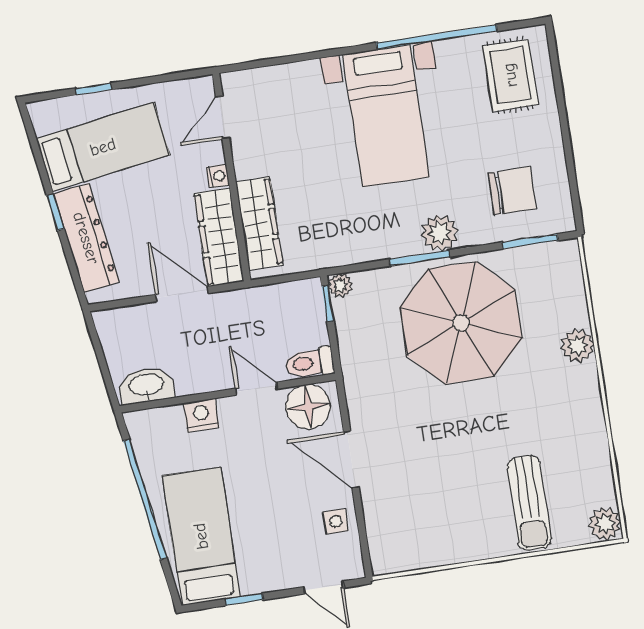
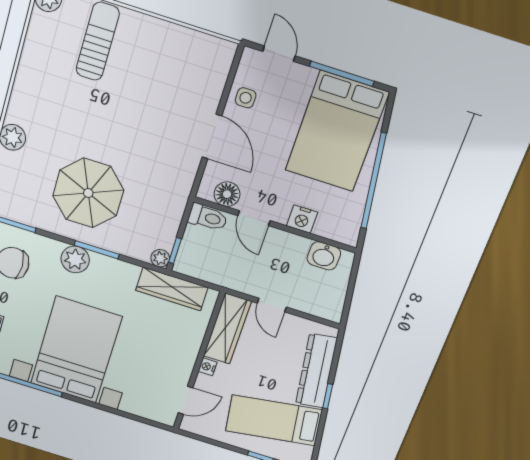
bed with nightstands: (386, 116) -> (76, 350), width x1.36
wardrobe: (259, 223) -> (172, 289), moved, turned -90
door: (182, 294) -> (272, 305), width x0.73
parasol: (461, 323) -> (88, 193), width x0.73, depth x0.73
washbasin: (146, 385) -> (324, 256), width x0.72
floor lamp: (308, 407) -> (227, 194), width x0.73, depth x0.73
bed: (201, 536) -> (337, 131), width x1.50
window: (244, 599) -> (342, 74), width x2.17

